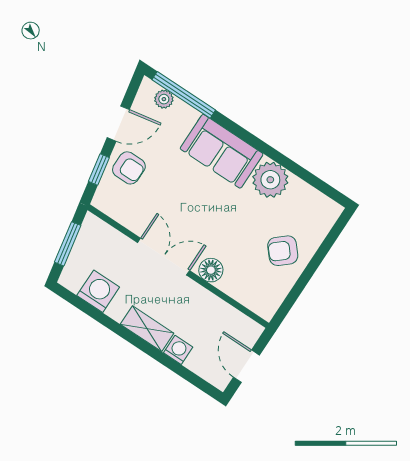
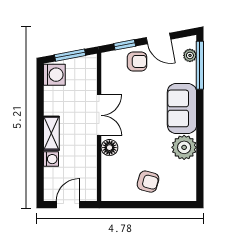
armchair: (129, 168) -> (137, 61), turned -90
armchair: (283, 251) -> (148, 182), turned 146
washing machine: (98, 291) -> (54, 75), moved

